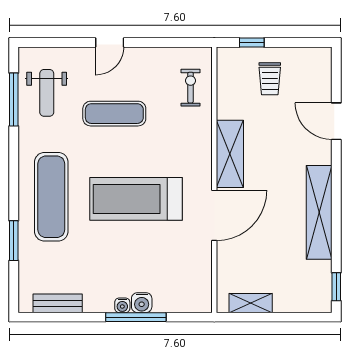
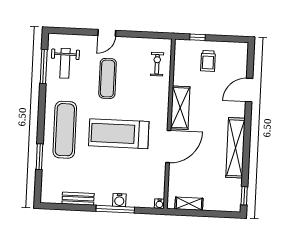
exercise mat: (114, 114) -> (108, 78), turned 90
door: (336, 121) -> (249, 90), hinge flipped
bench: (58, 303) -> (78, 199), moved
water cooler: (122, 305) -> (159, 204), moved

